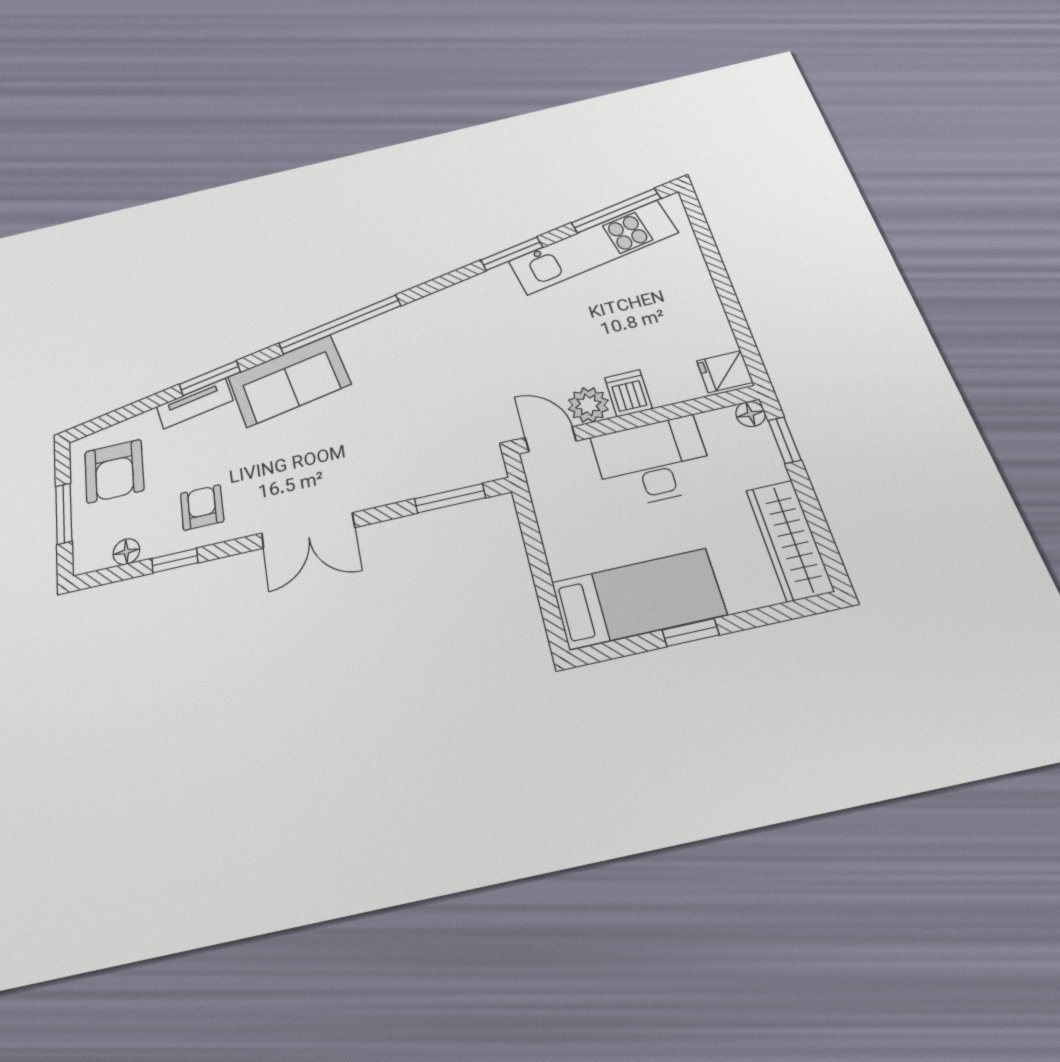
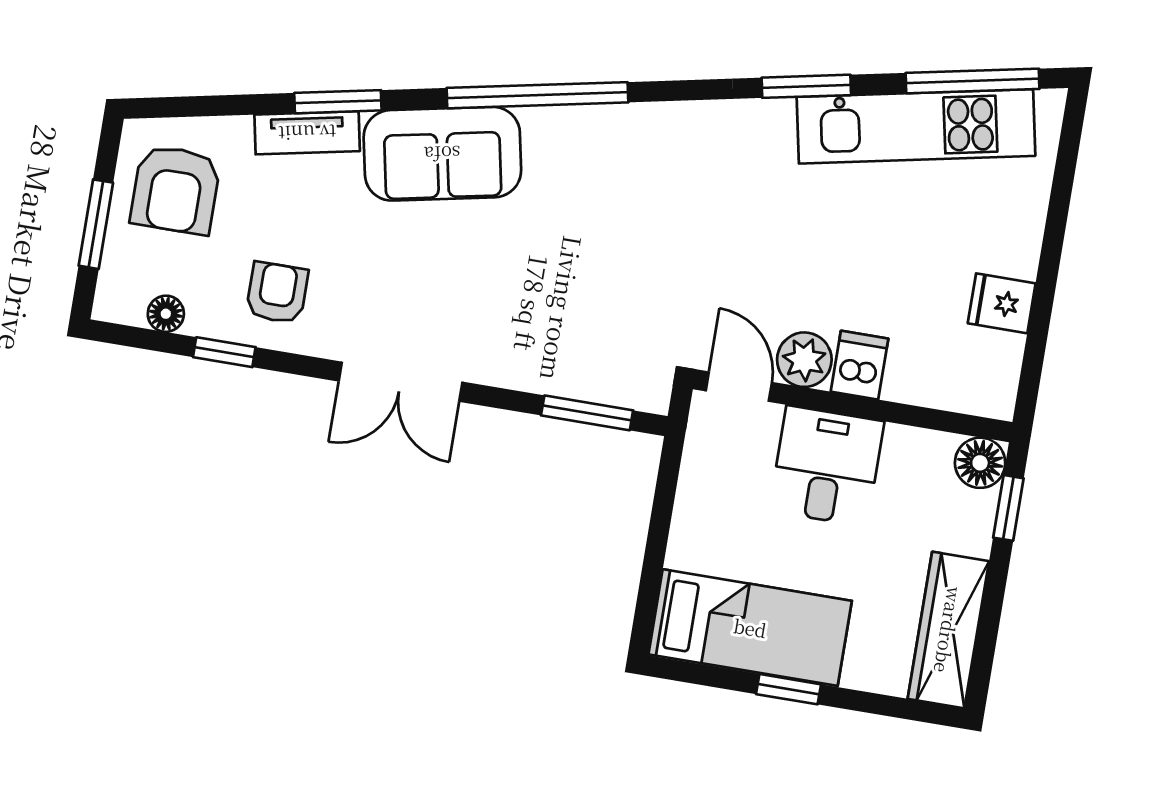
fridge: (725, 372) -> (1002, 303), moved
floor lamp: (751, 414) -> (980, 463), width x1.37, depth x1.37
desk: (653, 462) -> (827, 466), width x0.73

